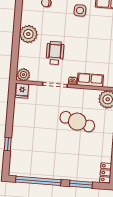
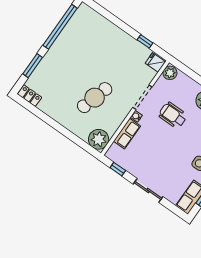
wheelchair: (55, 53) -> (173, 115), turned 180
window: (8, 144) -> (145, 41), moved

